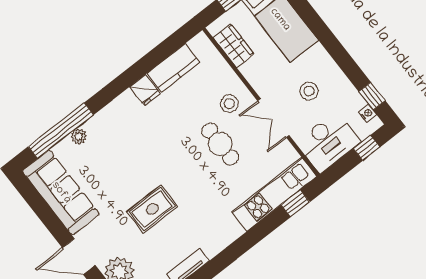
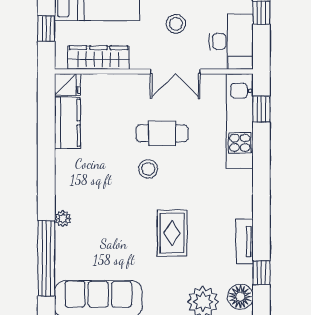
wardrobe: (234, 46) -> (98, 58), width x1.50
fridge: (145, 90) -> (68, 84), moved
stool: (229, 104) -> (148, 169), moved
plant: (79, 136) -> (63, 219), moved

